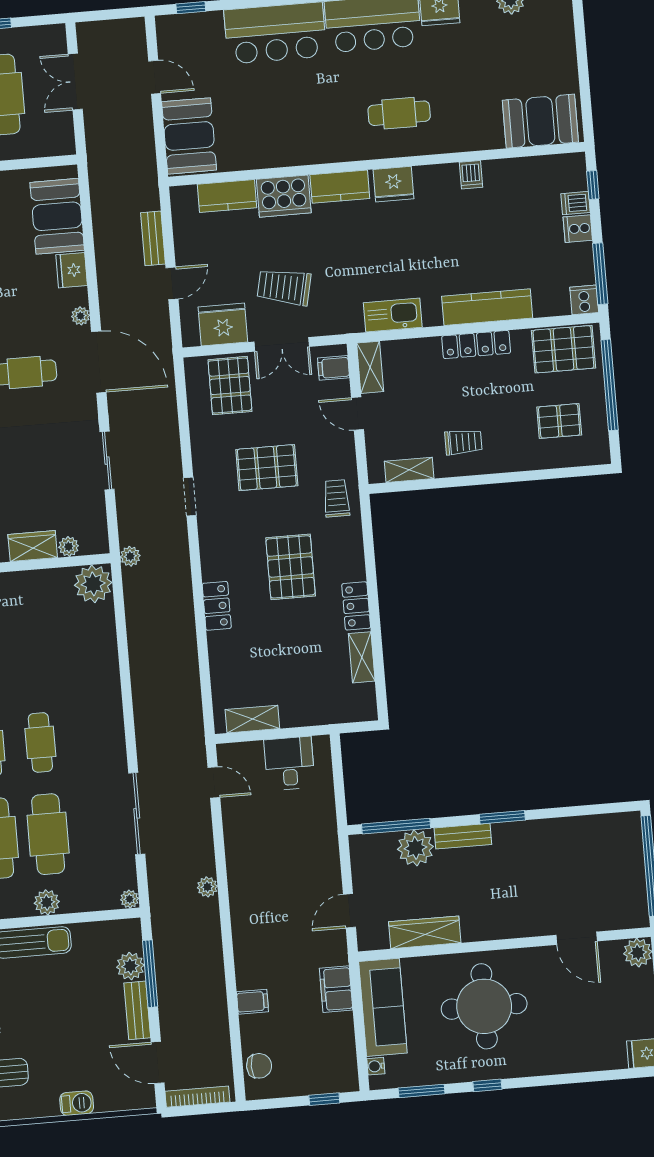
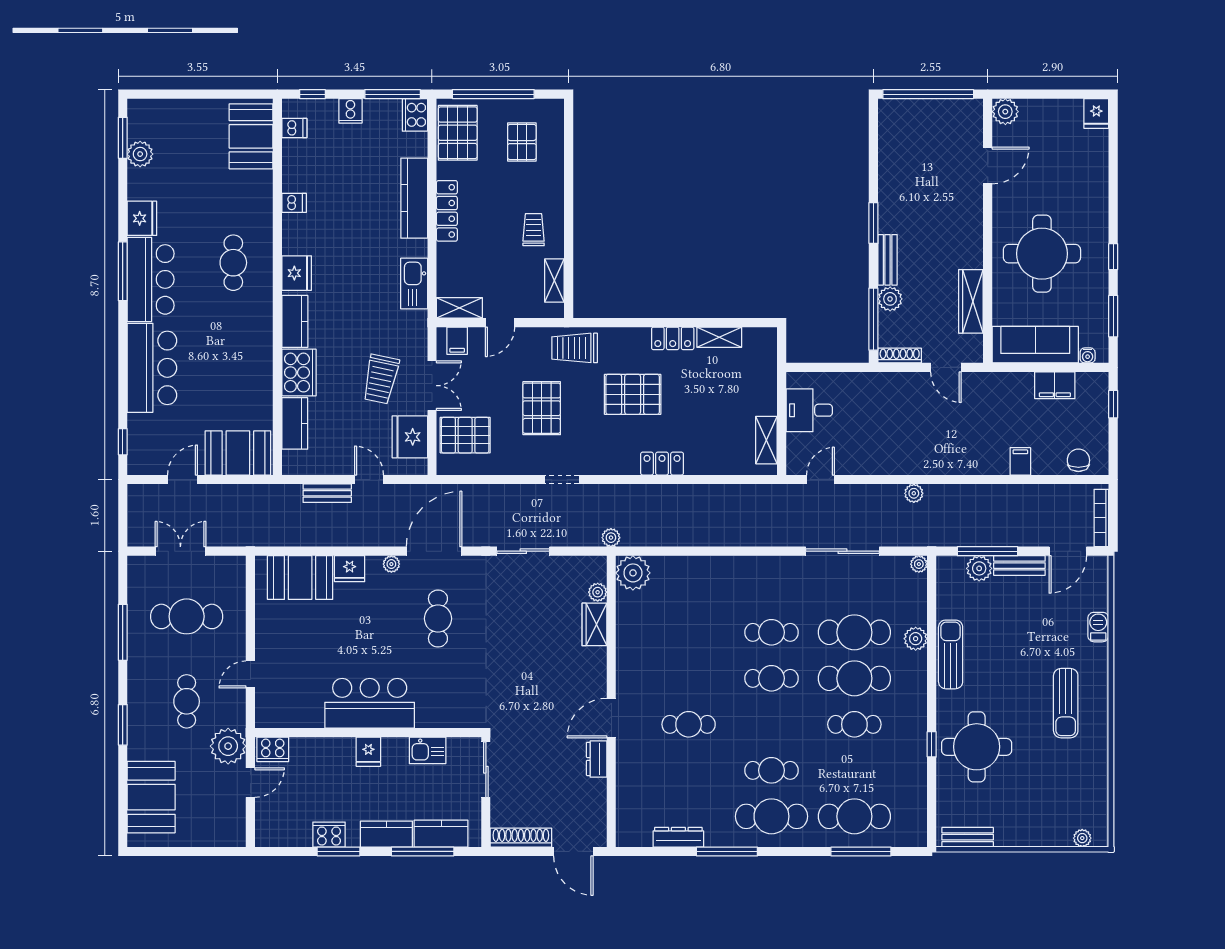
double door: (75, 82) -> (180, 551), swing flipped
dishwasher: (575, 203) -> (294, 128), moved, turned -90
cooker: (584, 300) -> (415, 115), width x1.36
trolley: (336, 498) -> (575, 348), width x1.36, depth x1.39
plant: (415, 848) -> (890, 299), width x0.73, depth x0.73
shoe rack: (358, 858) -> (900, 356), added
filing cabinet: (336, 989) -> (1055, 385), moved

